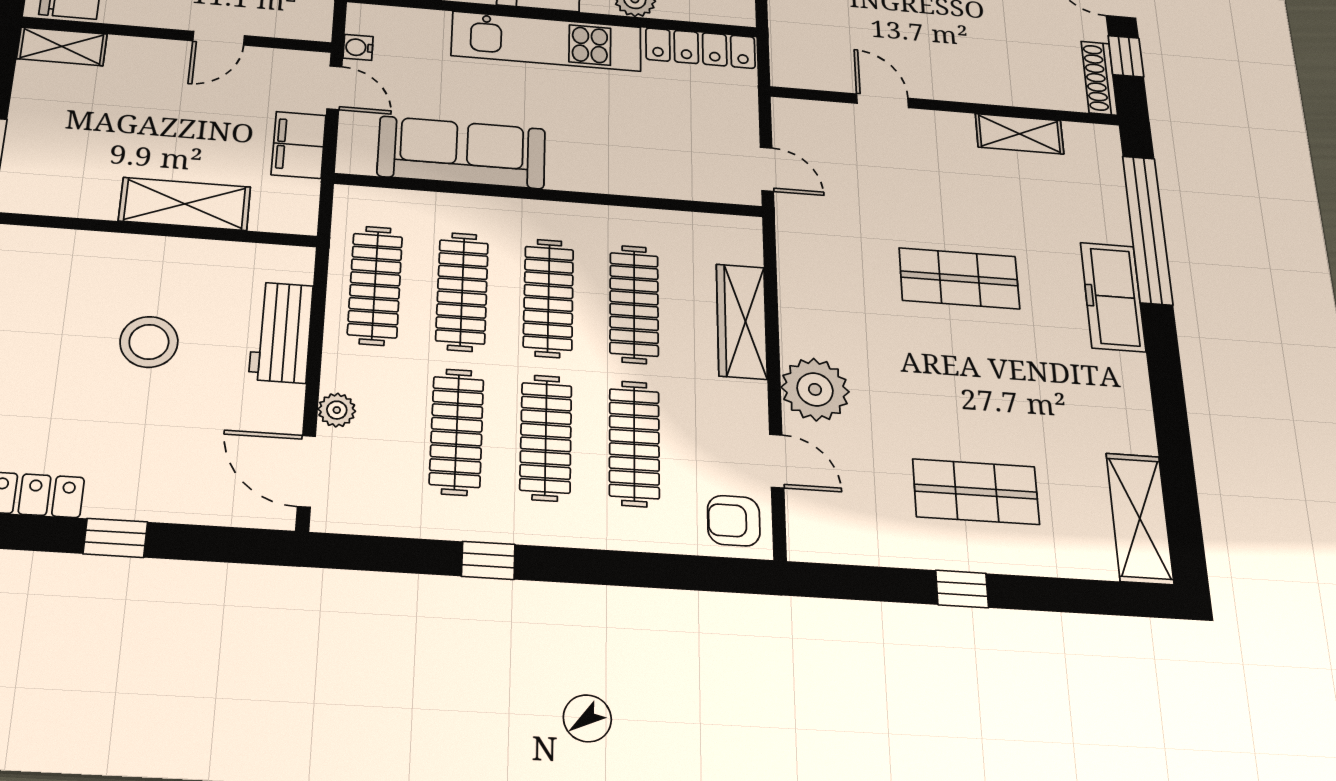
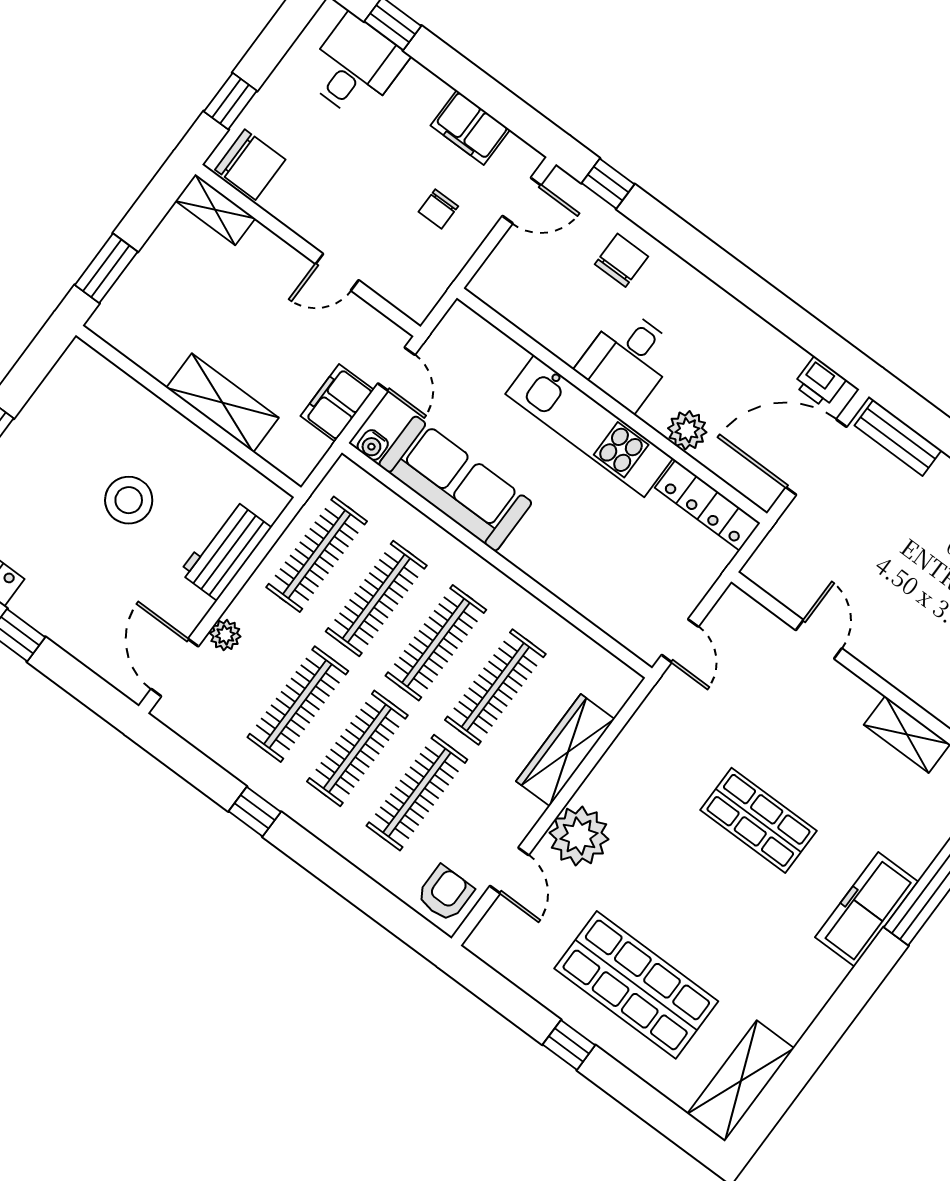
water cooler: (358, 47) -> (373, 445), moved, turned -90
shop shelf: (976, 492) -> (636, 985), width x1.43, depth x1.36
armchair: (734, 521) -> (445, 893), turned 90

